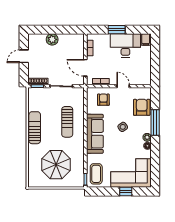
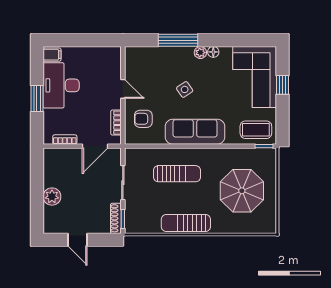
door: (123, 86) -> (123, 89), swing flipped
armchair: (142, 107) -> (155, 61), removed

